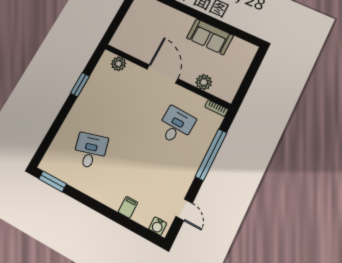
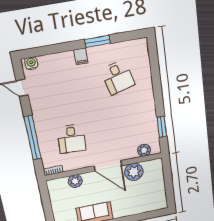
plant: (143, 50) -> (134, 172), added
window: (80, 85) -> (162, 127), moved
window: (53, 181) -> (97, 41), moved
filing cabinet: (128, 207) -> (81, 56), moved

